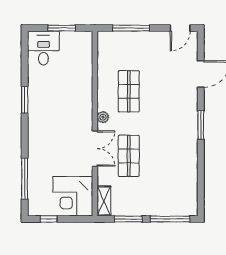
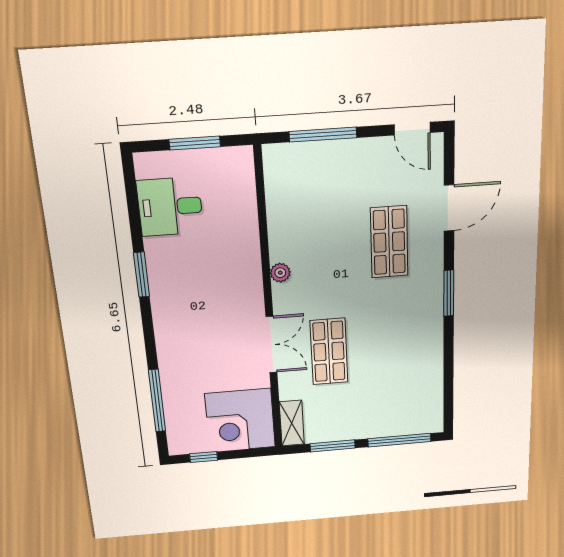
door: (180, 28) -> (412, 129), hinge flipped
desk: (43, 48) -> (170, 207), moved, turned -90
shop shelf: (129, 91) -> (389, 242), moved
plant: (103, 117) -> (280, 273), moved

